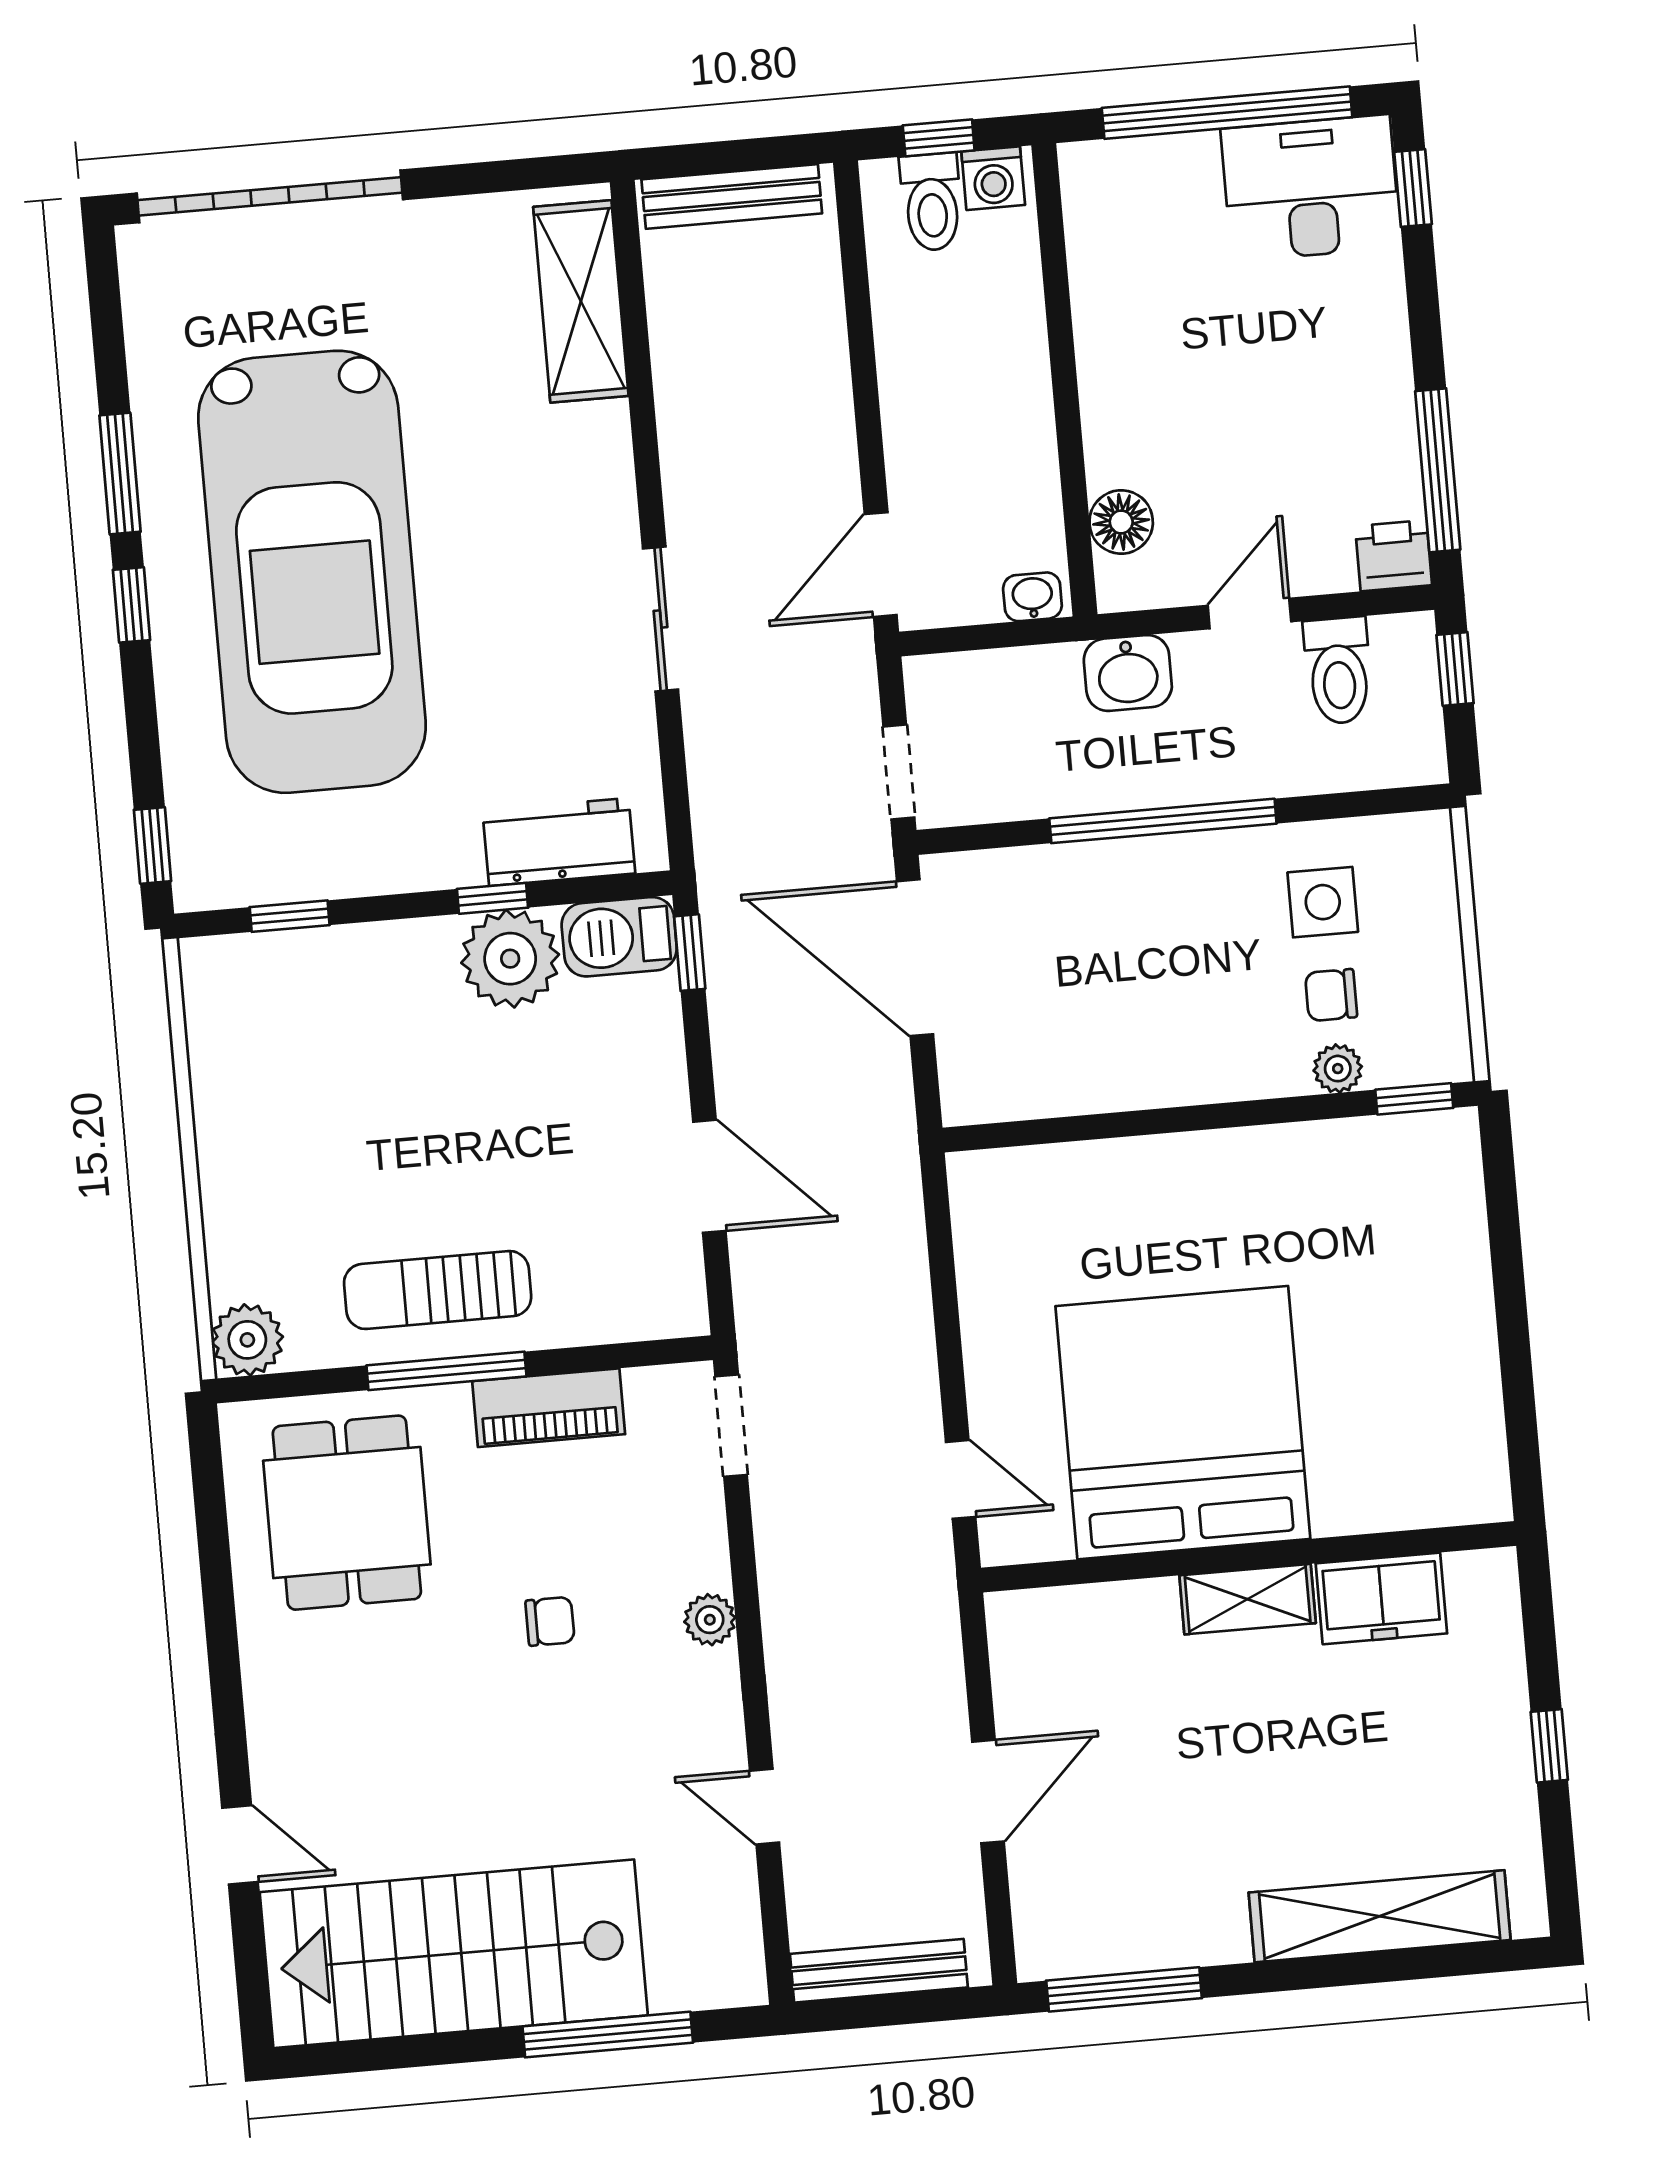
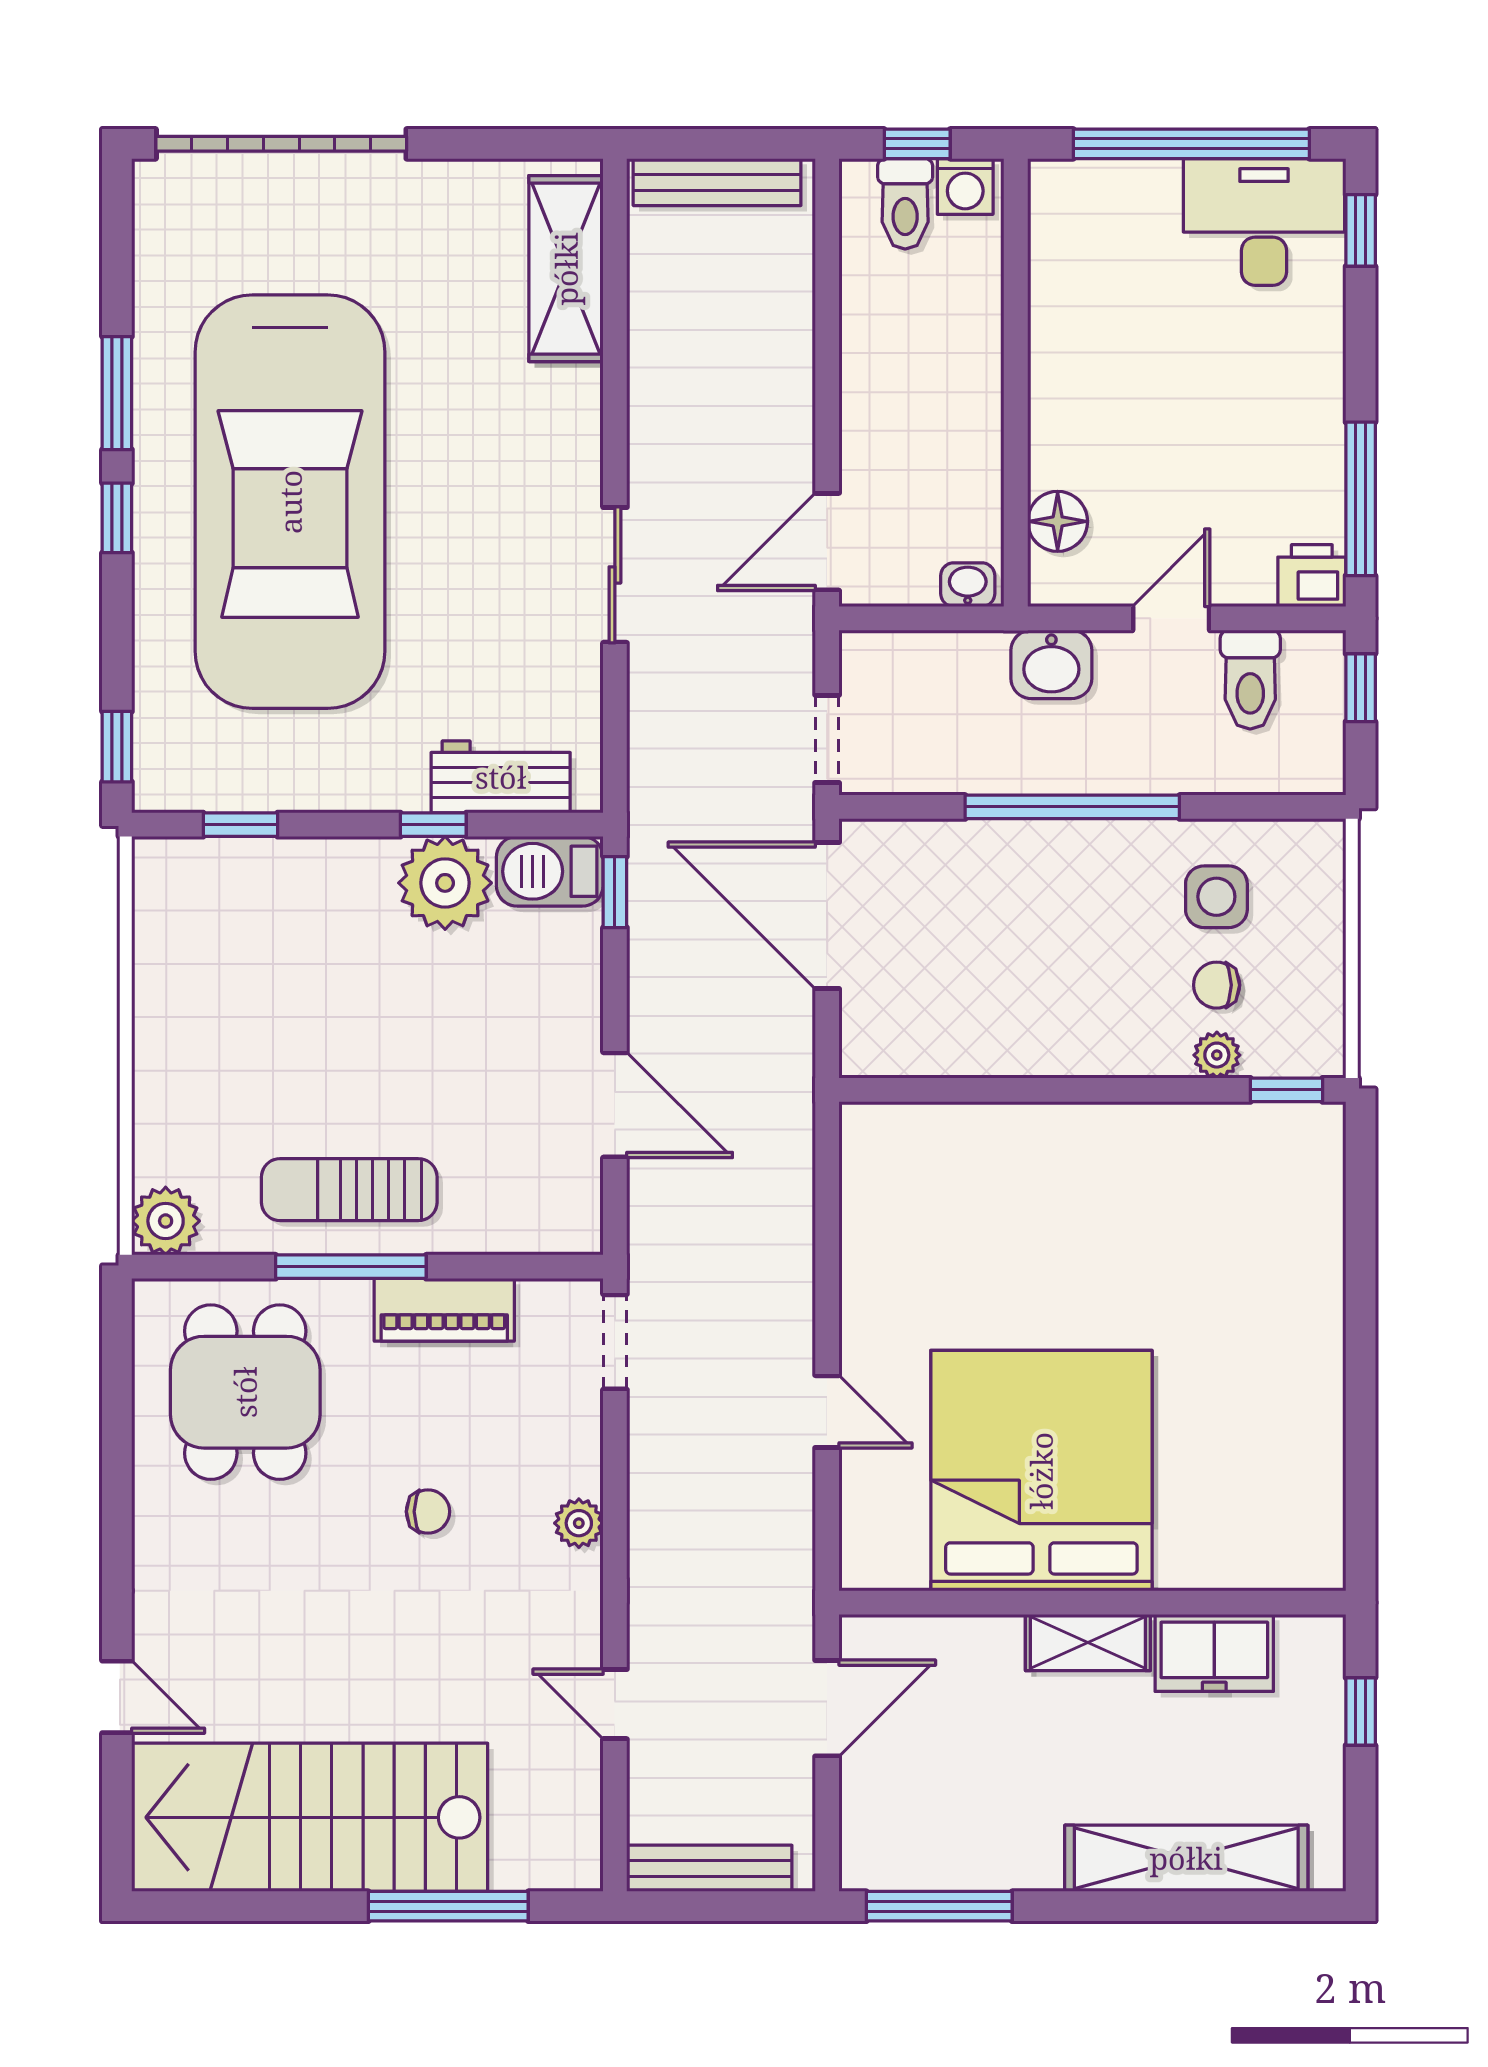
bed: (1183, 1423) -> (1041, 1471), moved
wall: (1249, 1557) -> (1092, 1603), moved
freezer: (1381, 1598) -> (1214, 1653), moved
shelving: (1248, 1599) -> (1088, 1643), moved

